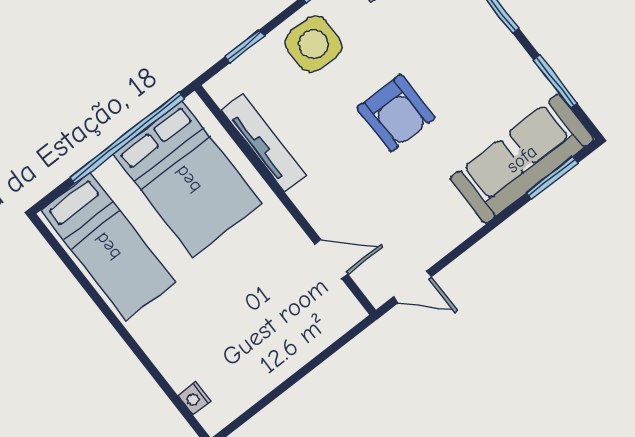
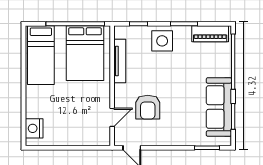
armchair: (396, 113) -> (148, 107), moved
sofa: (522, 159) -> (219, 107), moved, turned -90
door: (331, 259) -> (112, 117), hinge flipped
nightstand: (194, 398) -> (34, 128), width x1.89, depth x1.79

